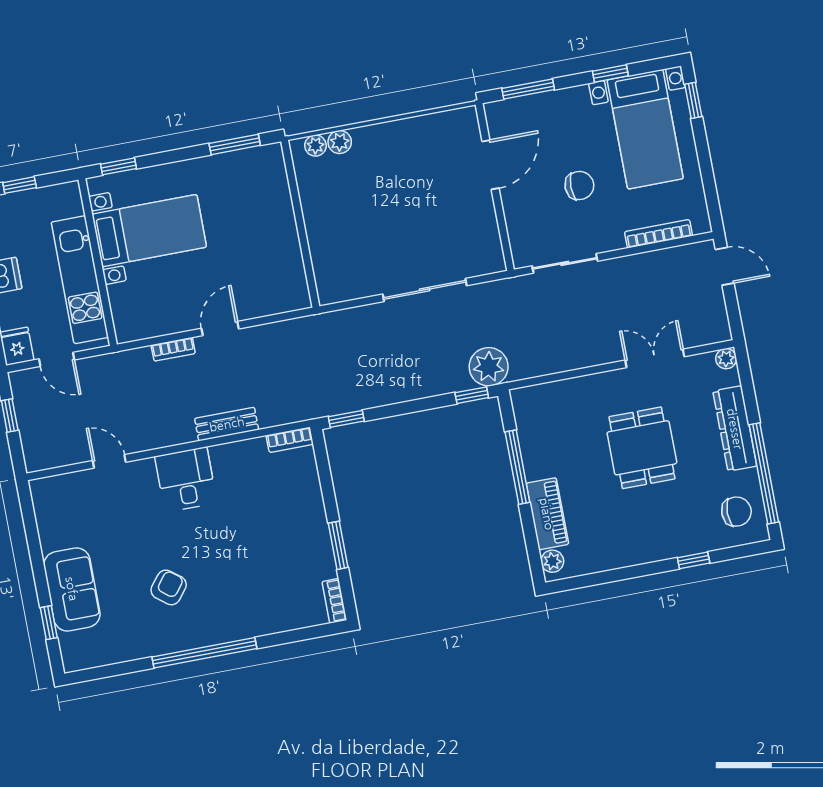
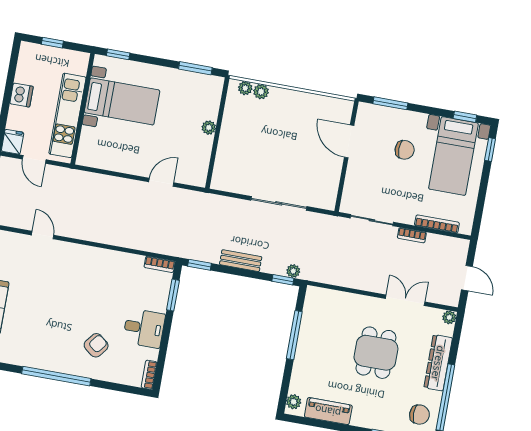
window: (610, 73) -> (465, 117), moved
door: (491, 165) -> (349, 141), swing flipped
chair: (579, 186) -> (405, 150), moved
plant: (285, 221) -> (209, 128), added
door: (725, 266) -> (467, 278), moved
door: (220, 329) -> (161, 182), moved
bookcase: (173, 349) -> (412, 235), moved
plant: (489, 367) -> (293, 271), width x0.53, depth x0.53
bench: (227, 424) -> (241, 261), moved
desk: (186, 479) -> (144, 328), moved, turned 90
piano: (547, 514) -> (328, 411), moved, turned -90
window: (338, 545) -> (173, 295), moved
armchair: (169, 587) -> (96, 345), moved

